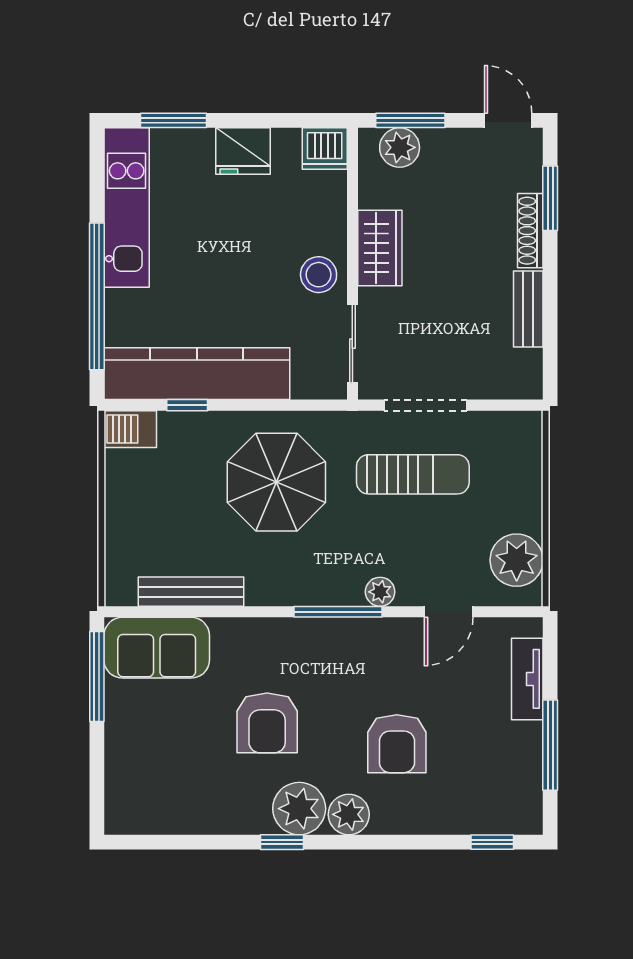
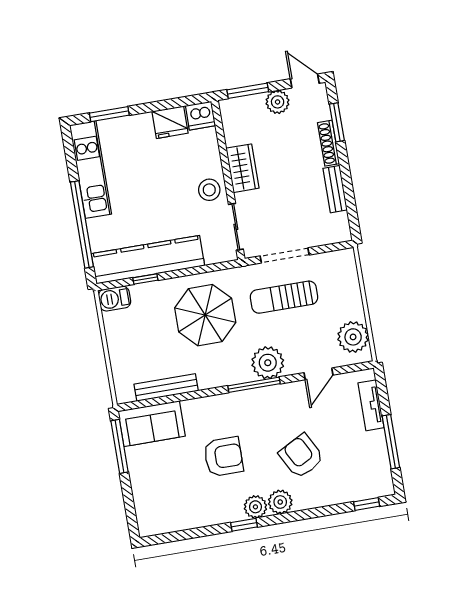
plant: (400, 147) -> (278, 102), moved
fridge: (243, 151) -> (170, 122), moved
sun lounger: (413, 474) -> (284, 297), turned 180
plant: (380, 592) -> (268, 363), width x1.87, depth x1.87
armchair: (267, 723) -> (223, 457), turned -90
armchair: (397, 744) -> (301, 456), turned 152
plant: (299, 809) -> (255, 507), width x0.73, depth x0.73

